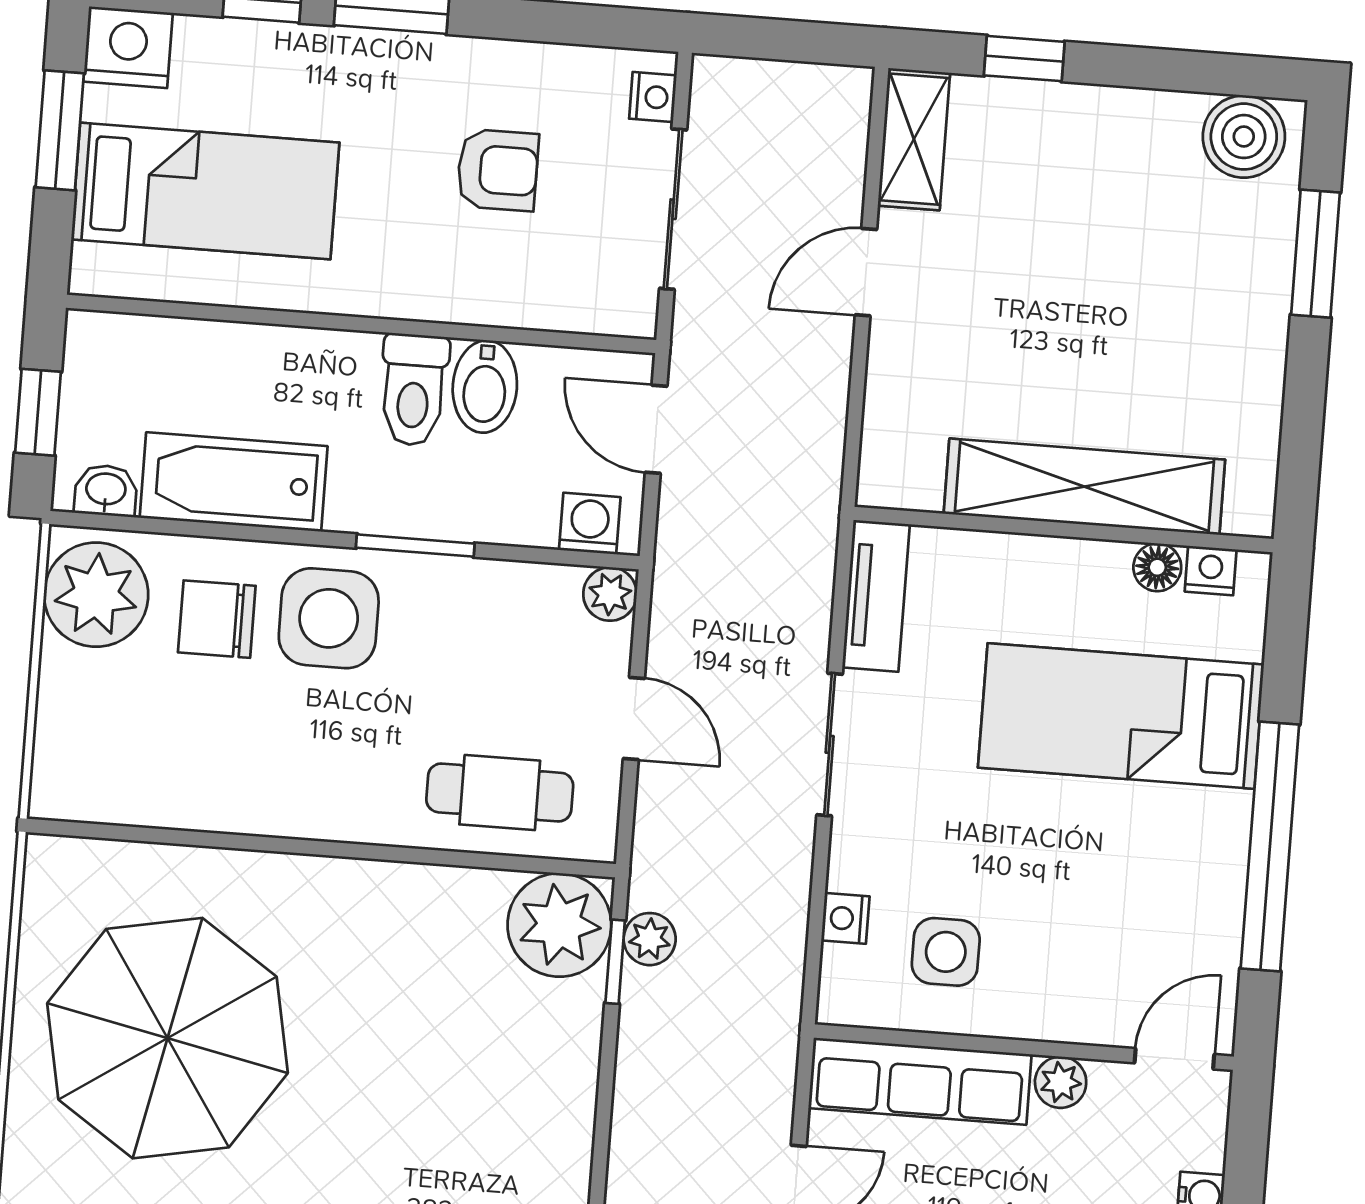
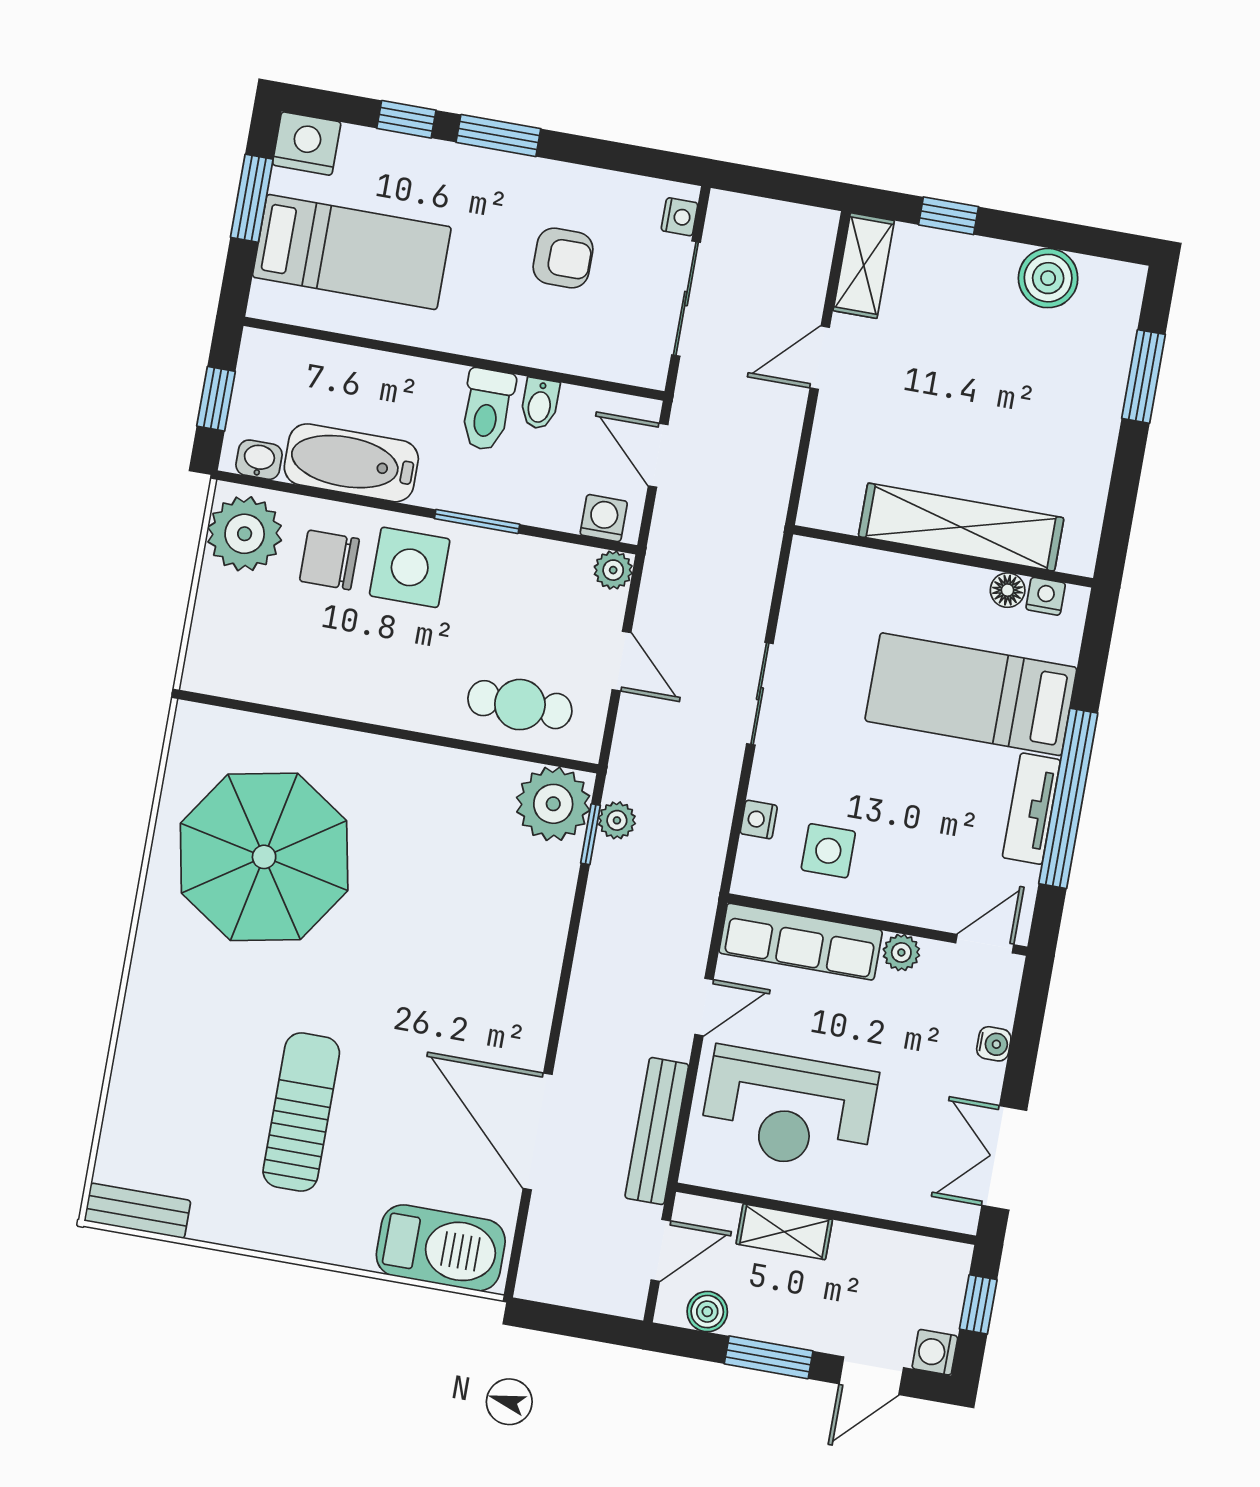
boiler: (1244, 137) -> (1048, 278), moved
bidet: (485, 386) -> (540, 404), width x0.72, depth x0.74
tv unit: (876, 596) -> (1031, 809), moved, turned 180

